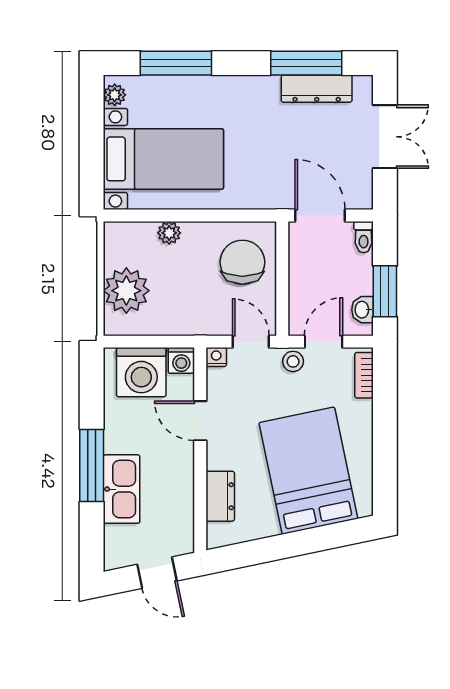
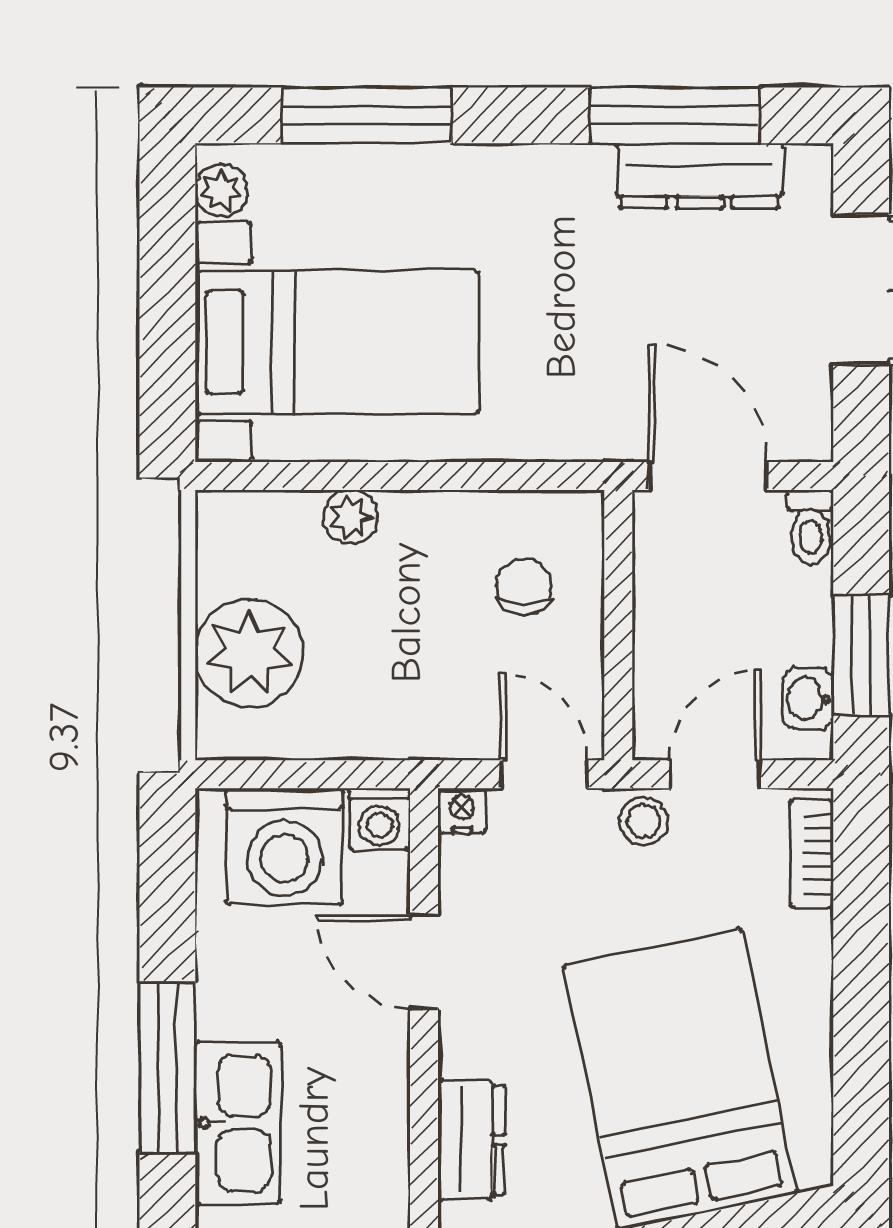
chair: (242, 262) -> (524, 586), width x0.54, depth x0.54

